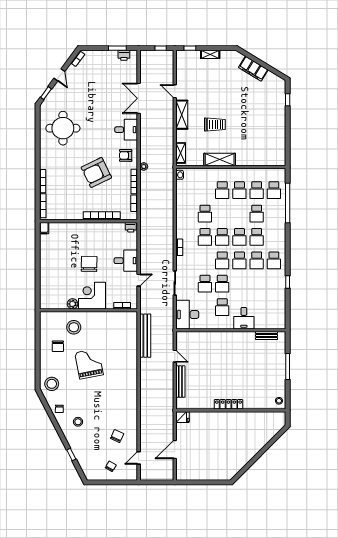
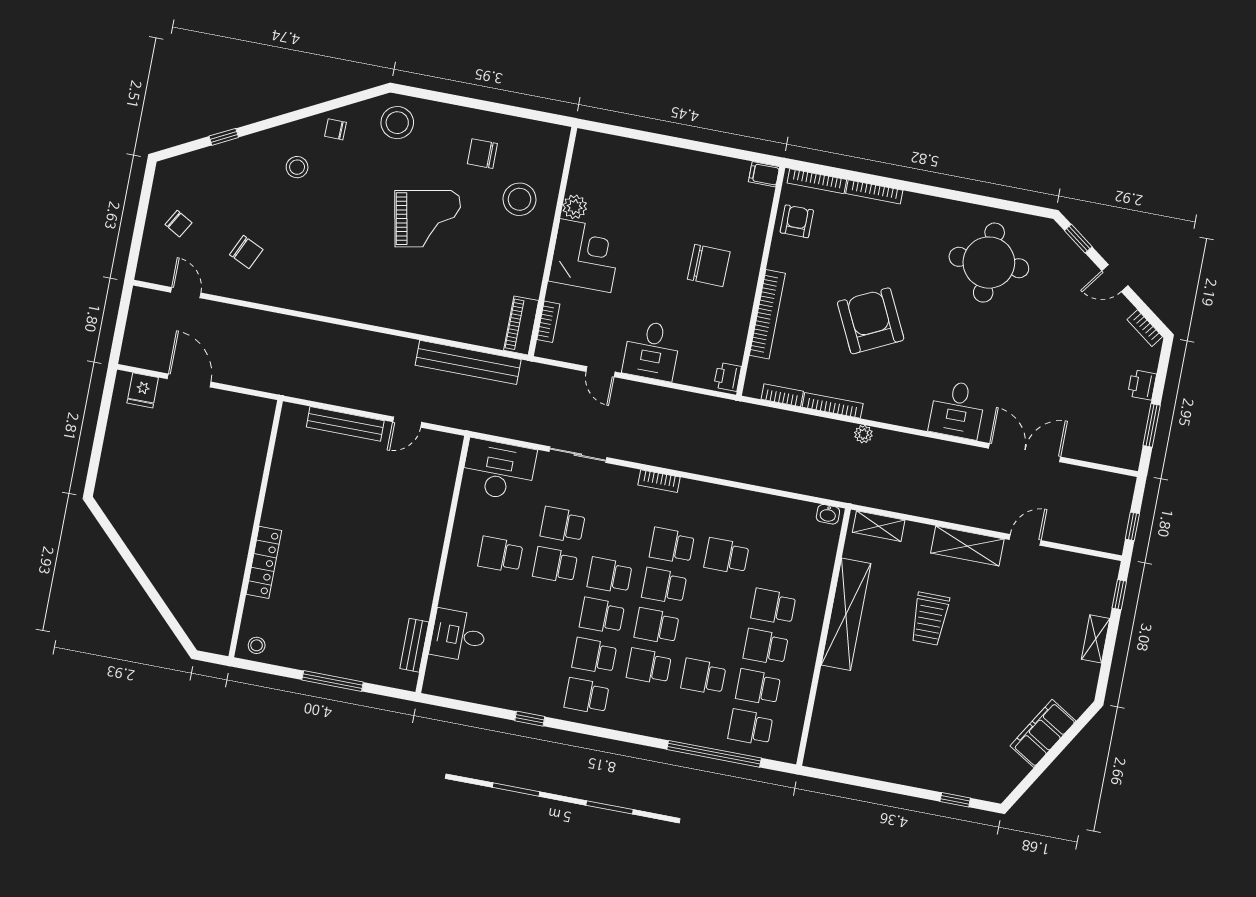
printer: (124, 55) -> (1142, 385), moved
armchair: (126, 155) -> (797, 221), moved
shelving: (220, 160) -> (846, 614), width x1.47
chair: (89, 264) -> (709, 266), moved
piano: (126, 317) -> (521, 325), added
desk: (244, 318) -> (458, 635), moved
locker: (228, 404) -> (264, 562), moved
fridge: (182, 417) -> (143, 390), moved

